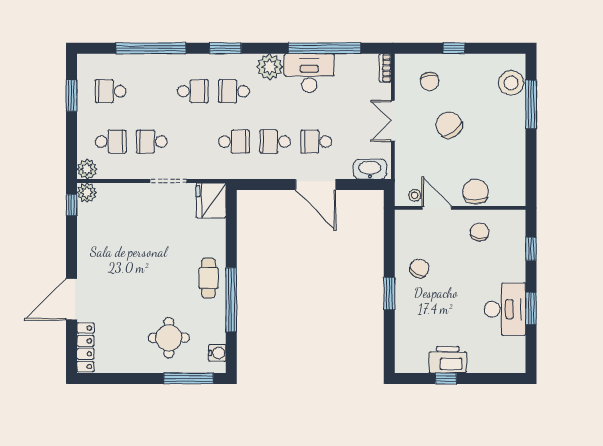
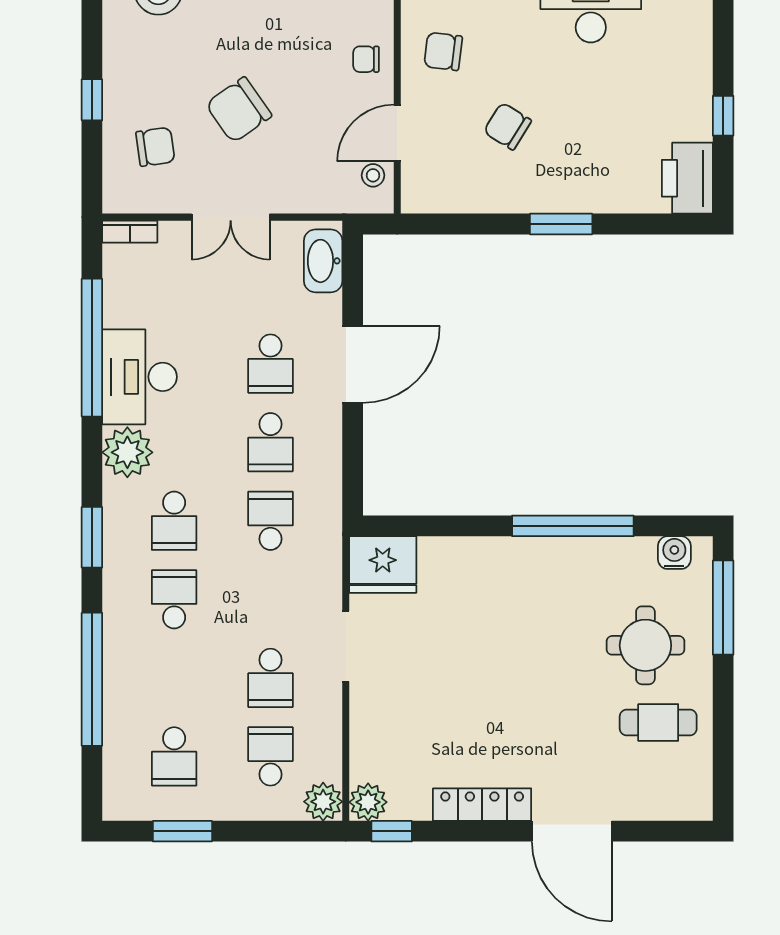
chair: (475, 192) -> (366, 59), width x0.54, depth x0.54
chair: (419, 269) -> (507, 126), moved
cafe table: (208, 278) -> (658, 722), moved
locker: (85, 347) -> (482, 805), moved
printer: (448, 360) -> (687, 178), moved

